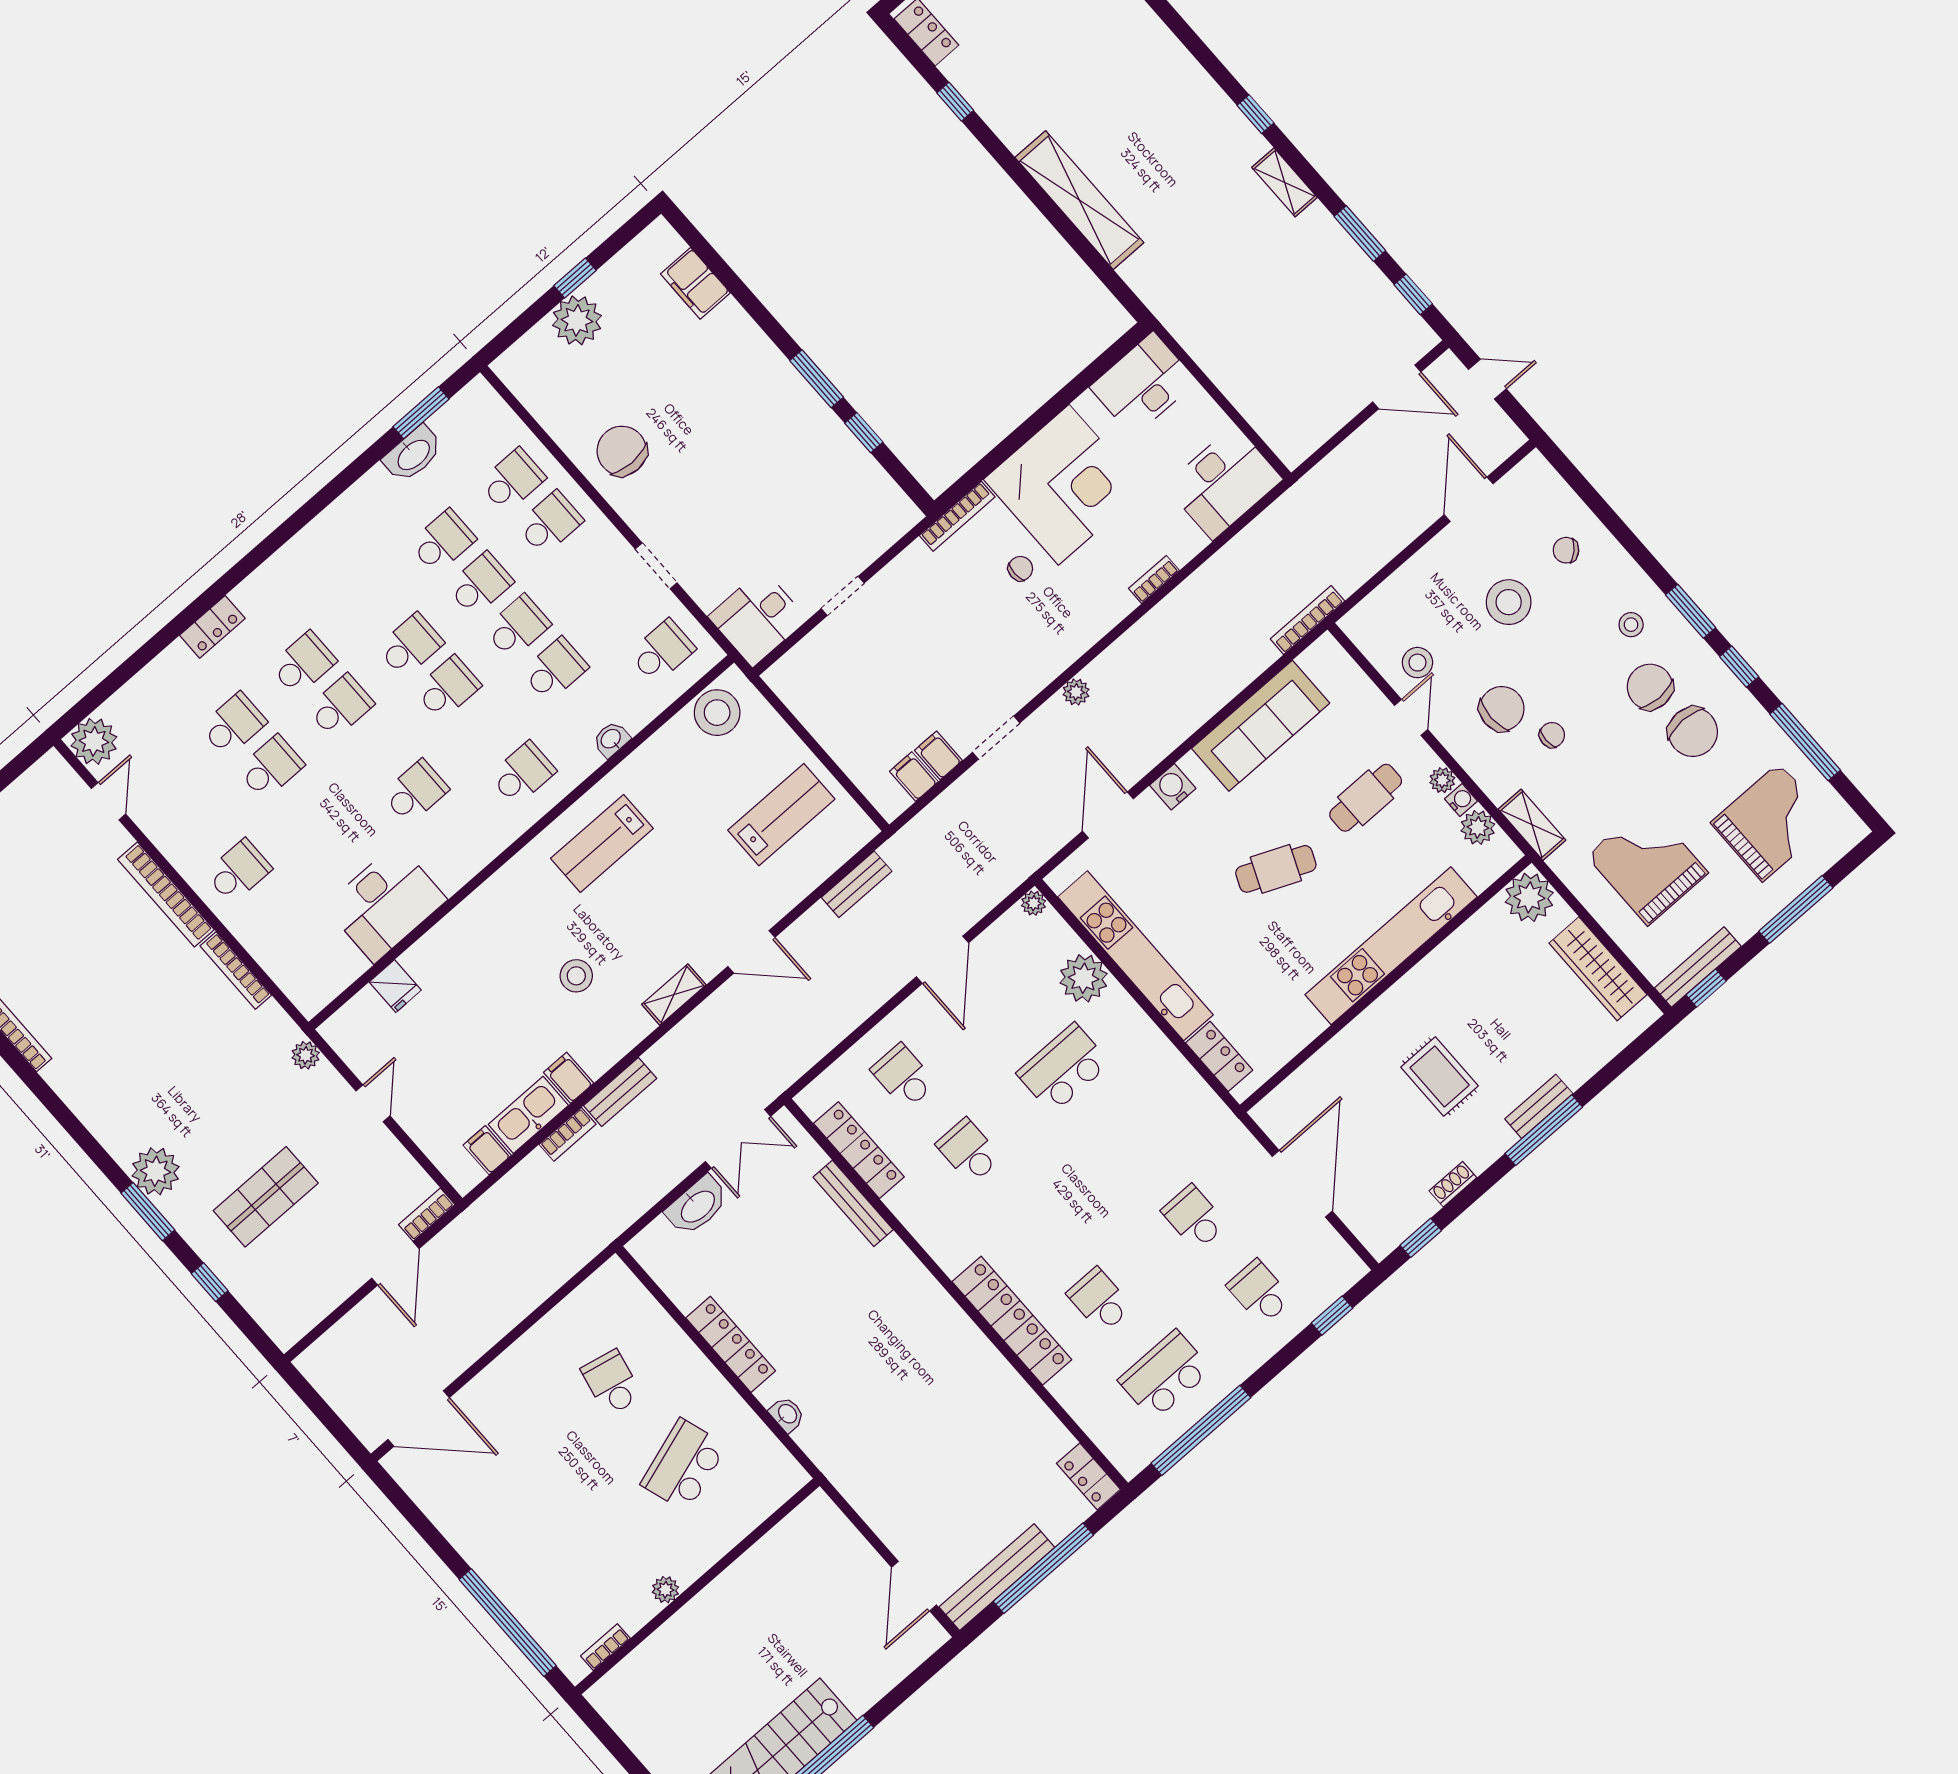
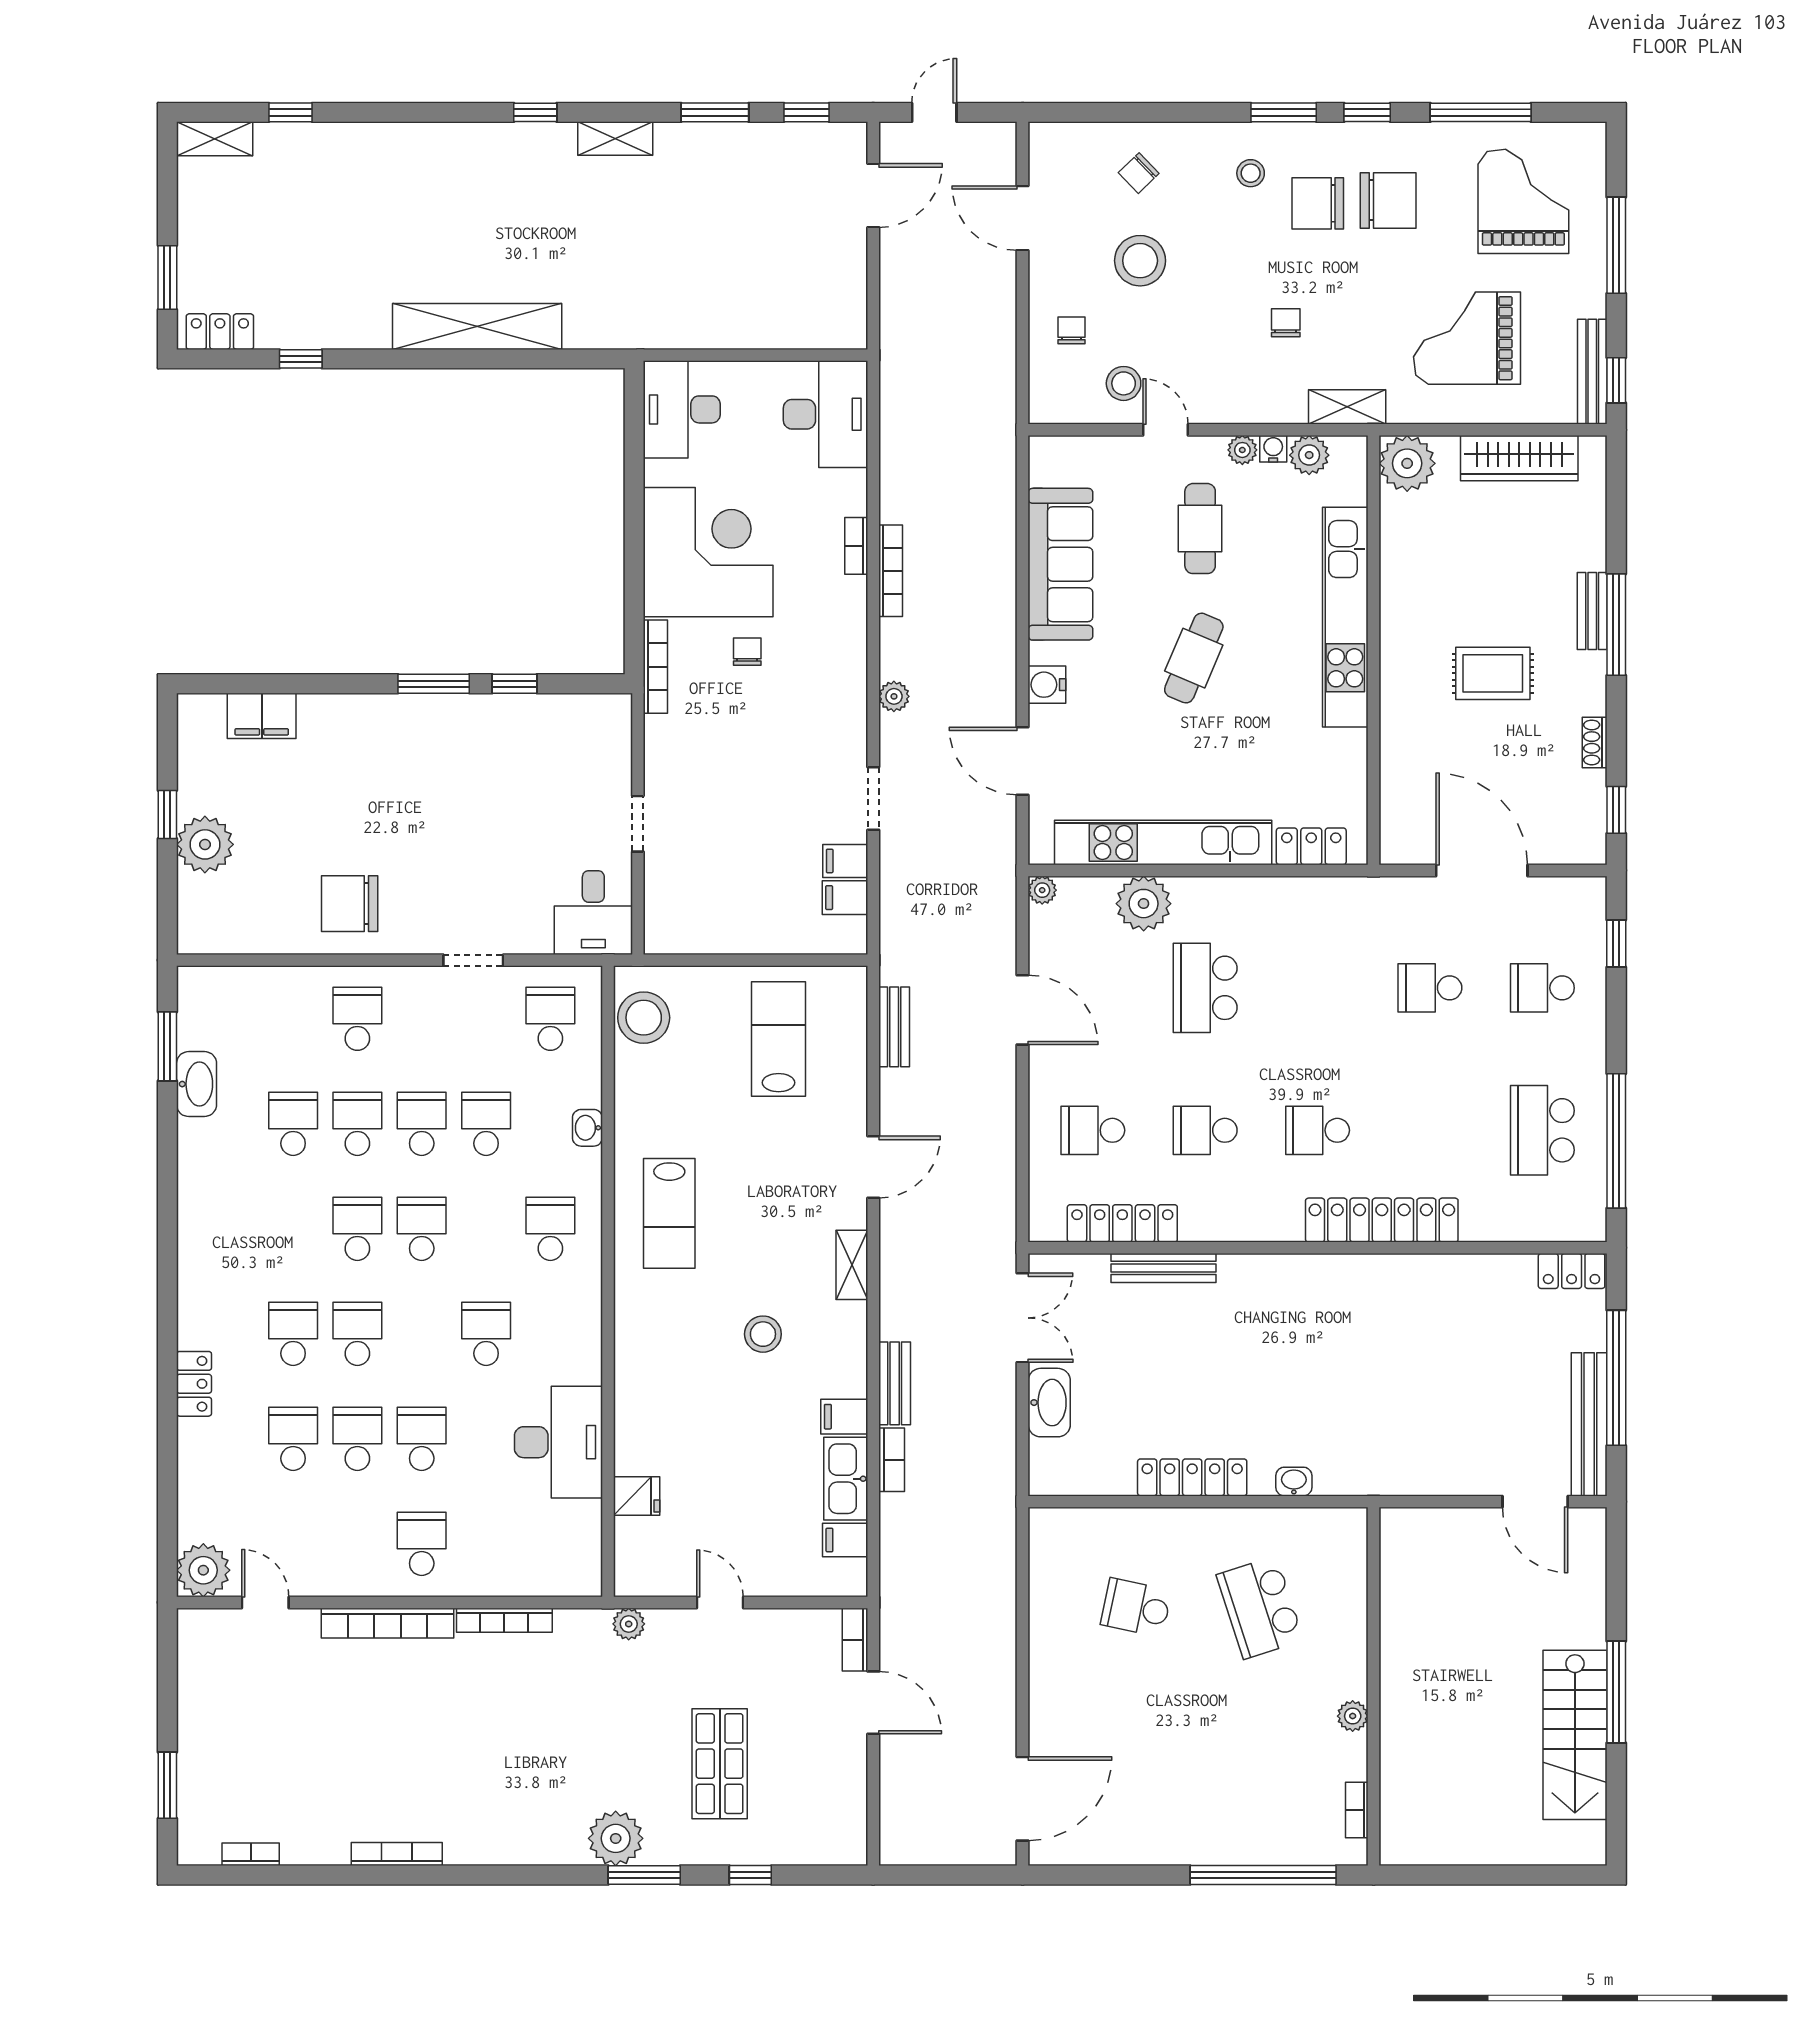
school desk: (512, 480) -> (422, 1439), moved
bookcase: (1307, 620) -> (891, 571), moved, turned 180
chair: (1502, 709) -> (1072, 330), moved, width x0.54, depth x0.54
school desk: (1100, 1300) -> (1318, 1130), moved

